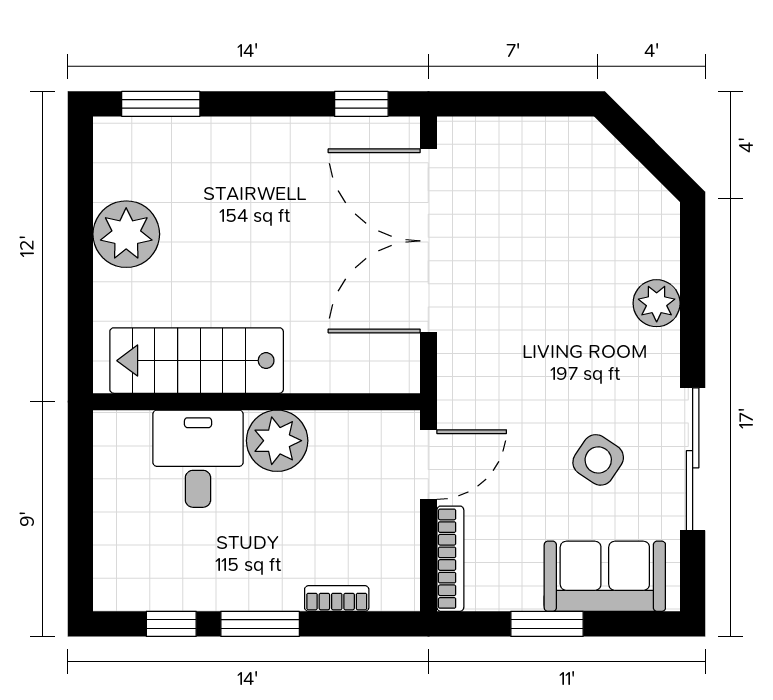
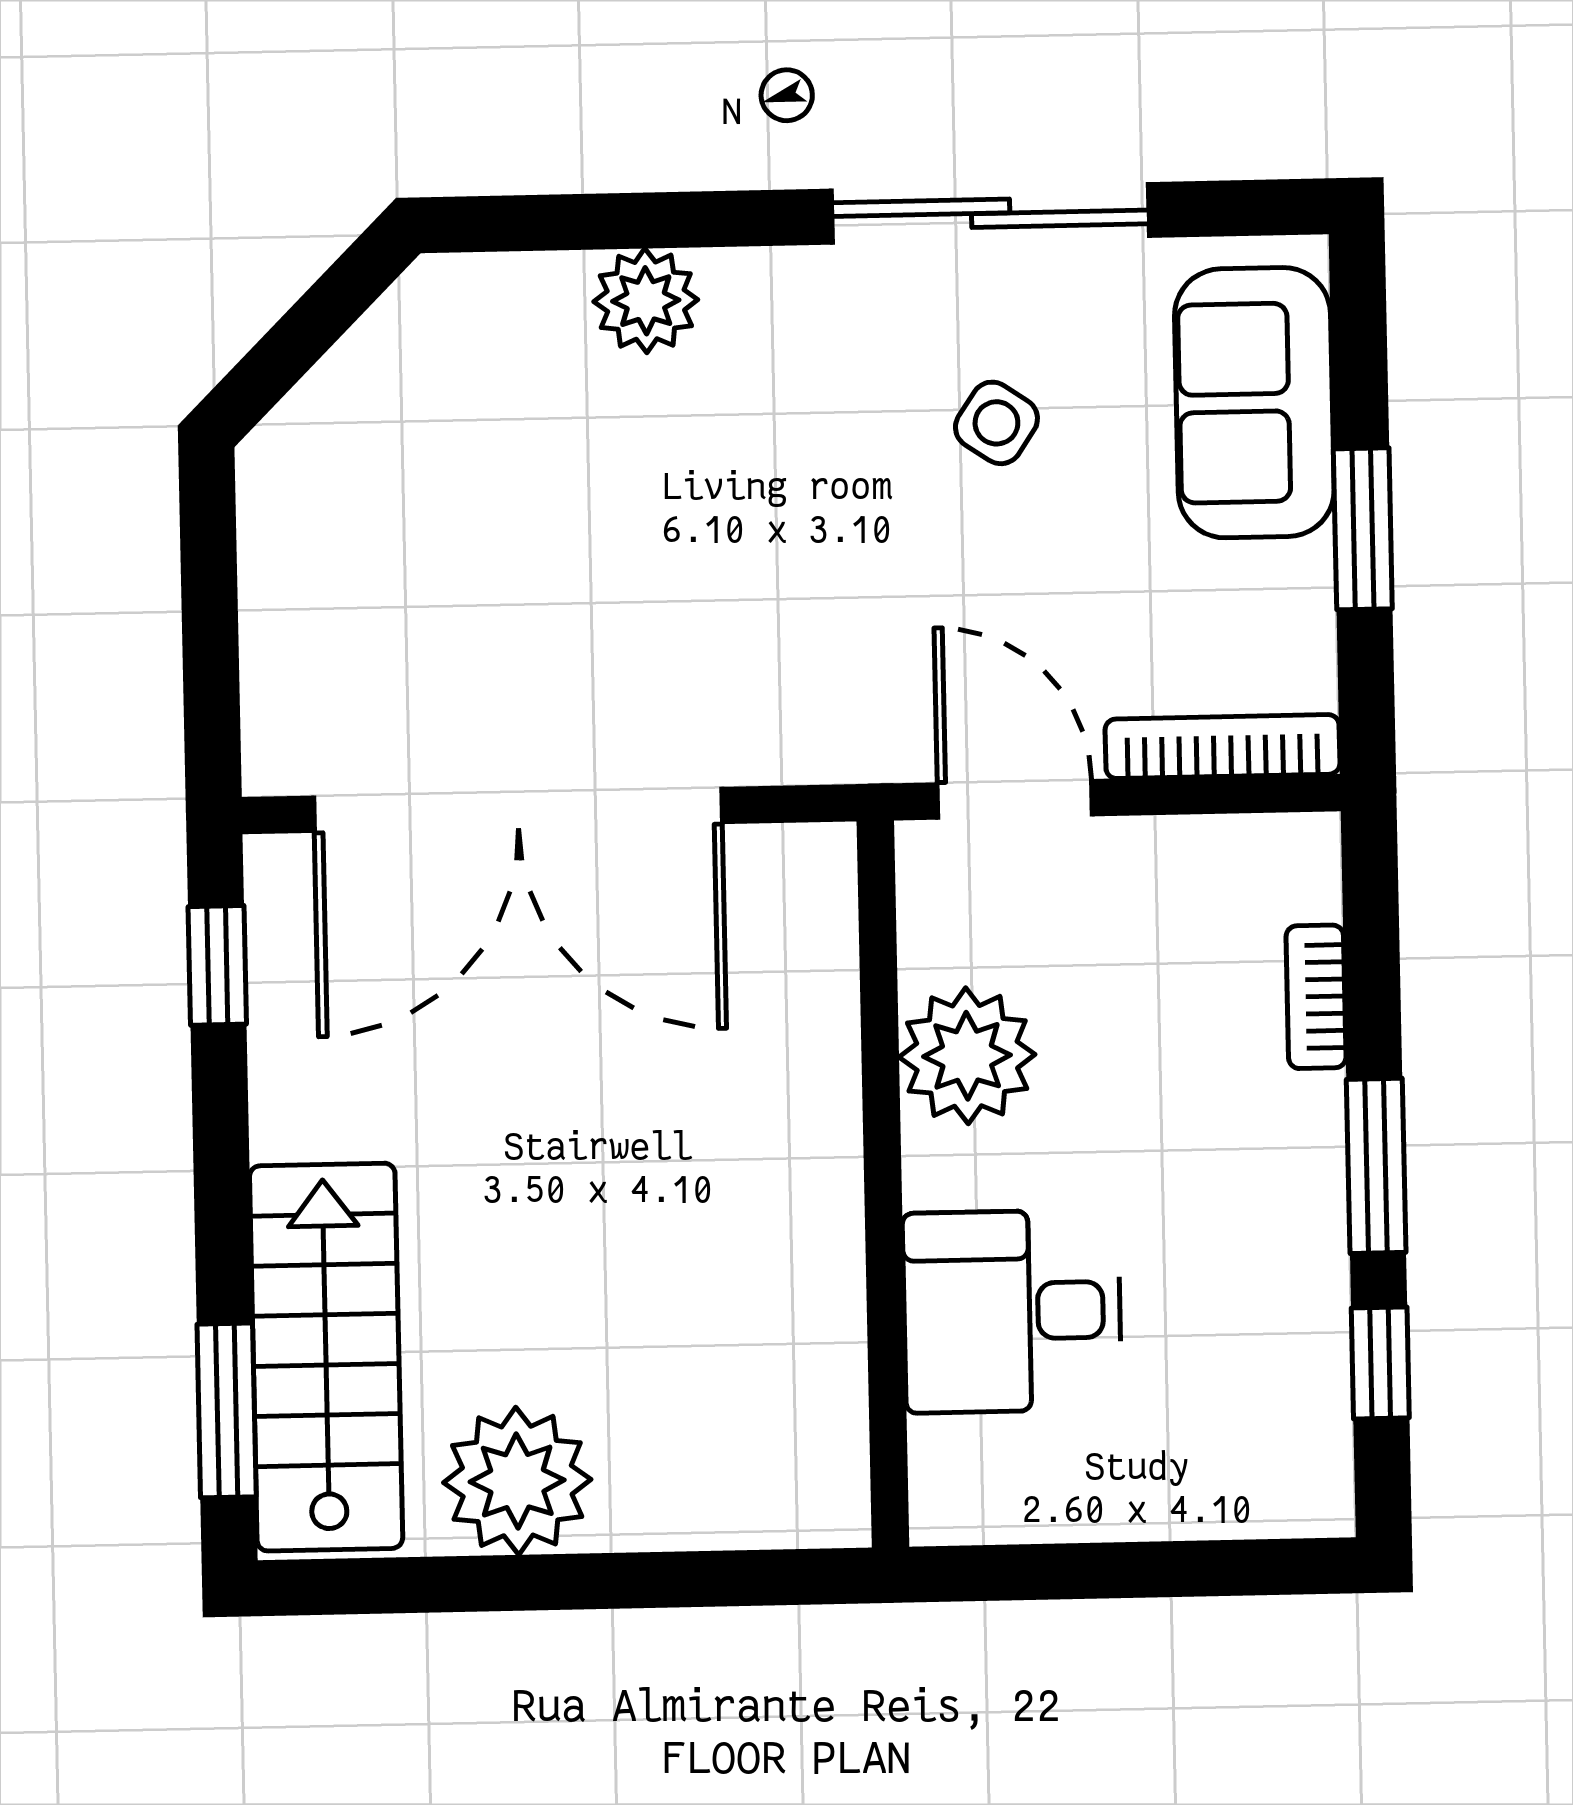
stairs: (197, 361) -> (326, 1357), moved, turned 180
plant: (277, 441) -> (967, 1056), moved
side table: (598, 460) -> (996, 423), width x0.73, depth x0.73

